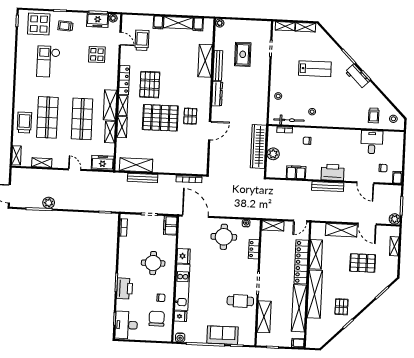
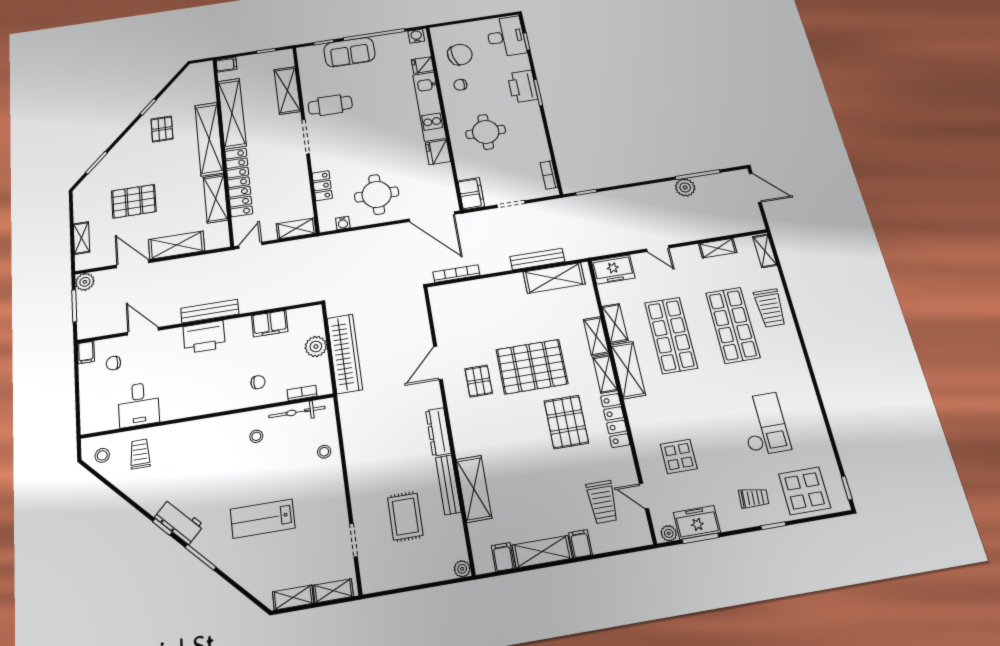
chair: (157, 319) -> (460, 55), turned -103

